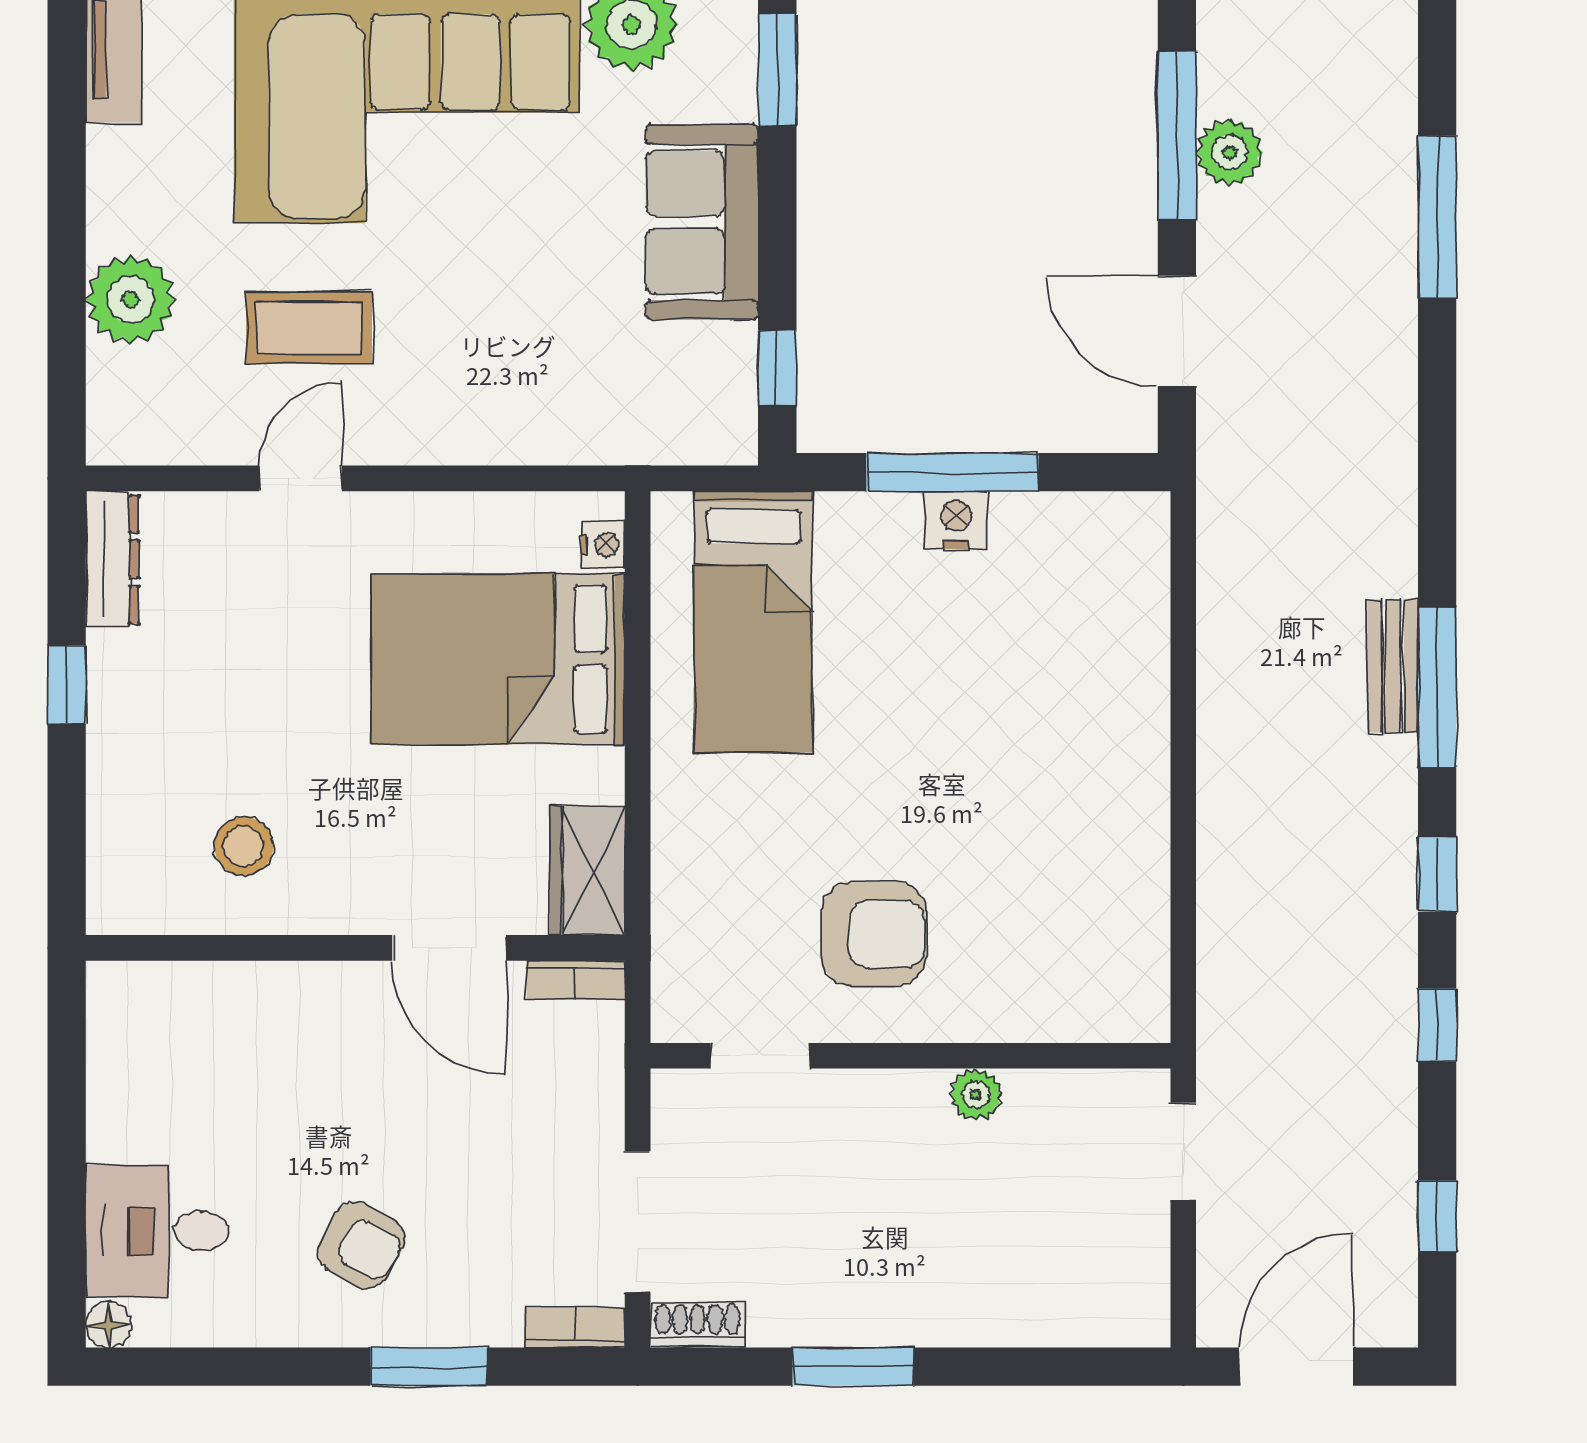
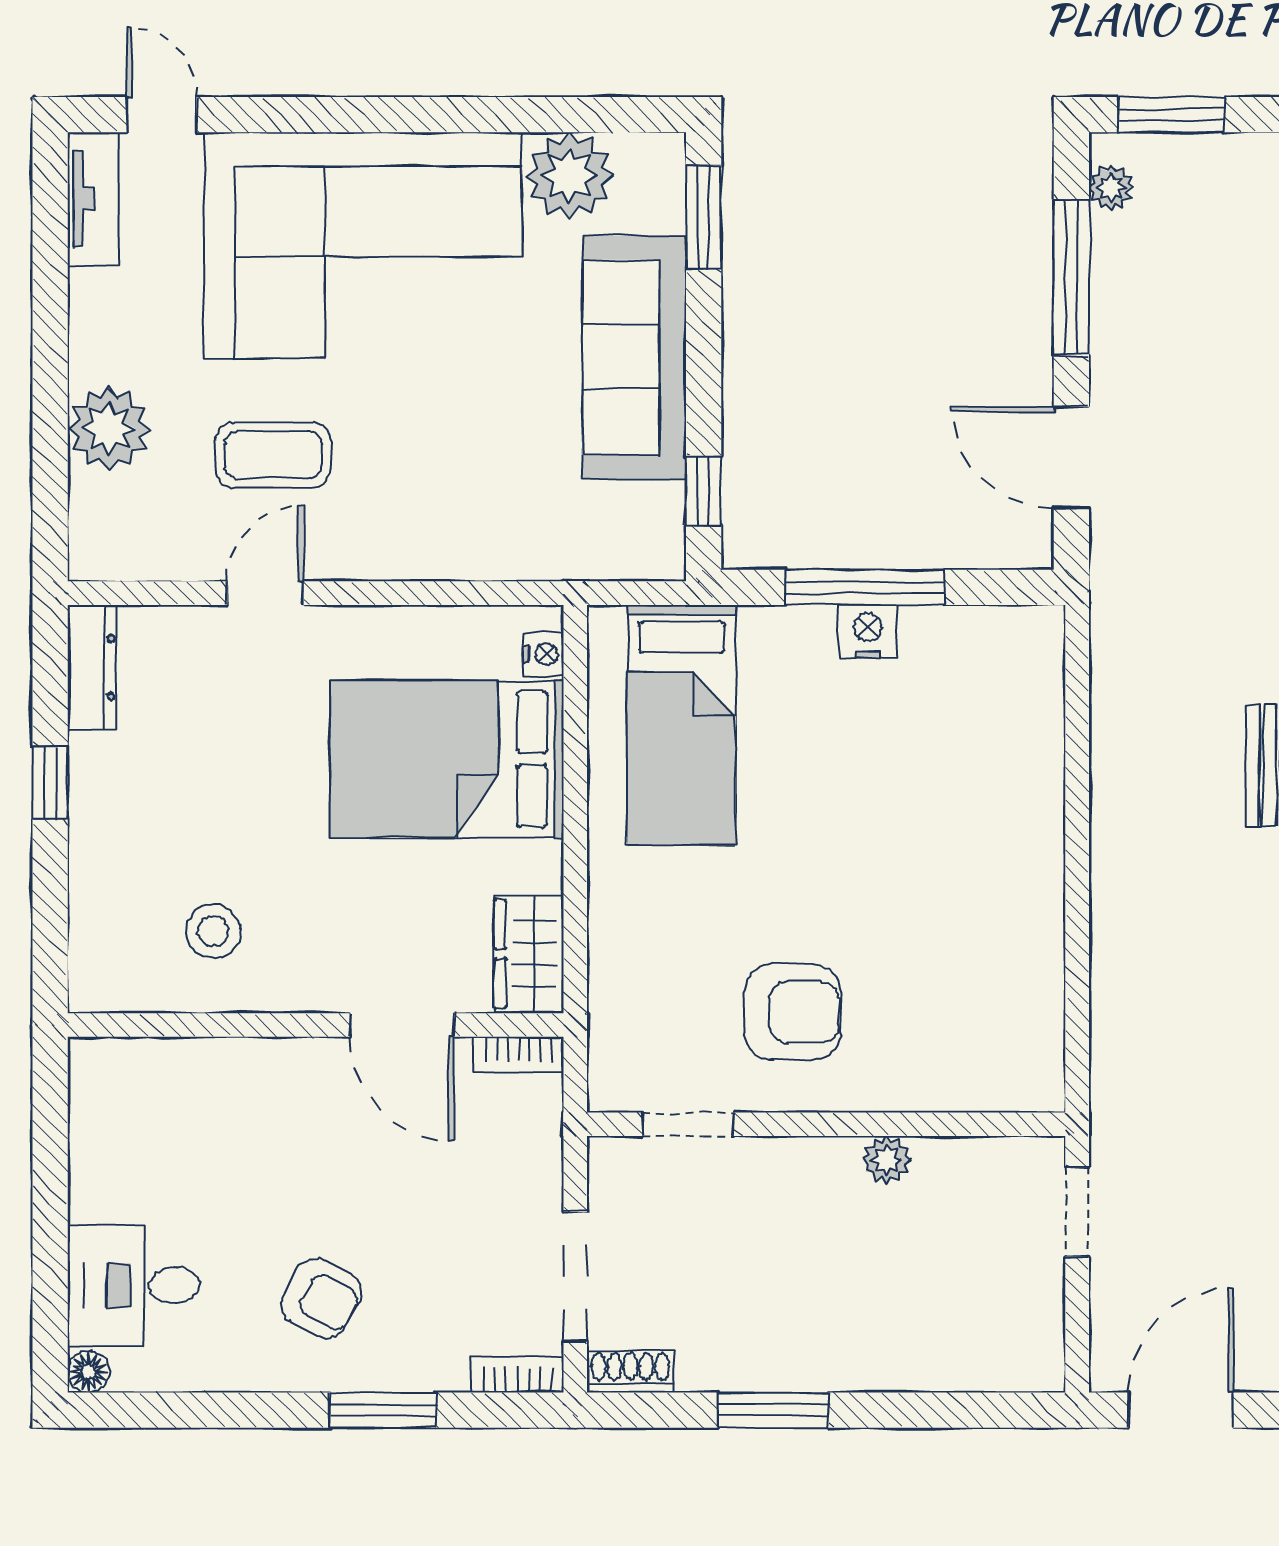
plant: (1230, 152) -> (1111, 187), moved, width x0.73, depth x0.73
sofa: (702, 222) -> (634, 357), width x1.36

